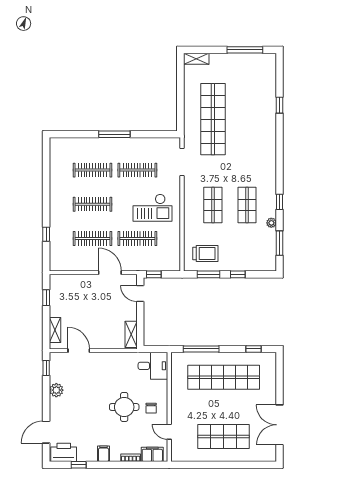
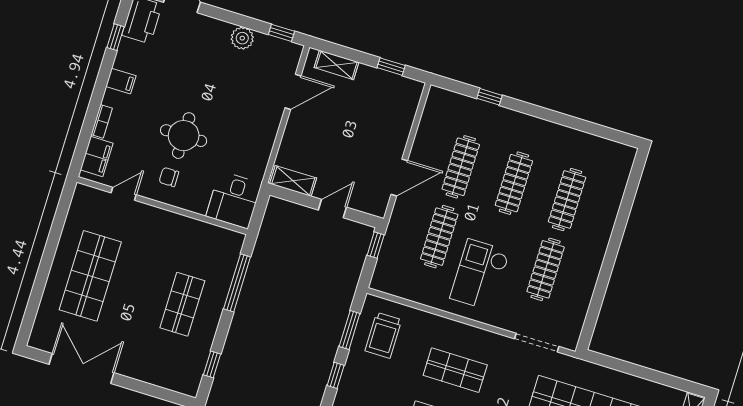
window: (114, 134) -> (612, 251), removed
door: (140, 293) -> (332, 209), moved
shop shelf: (224, 377) -> (182, 304), width x0.50, depth x0.74

